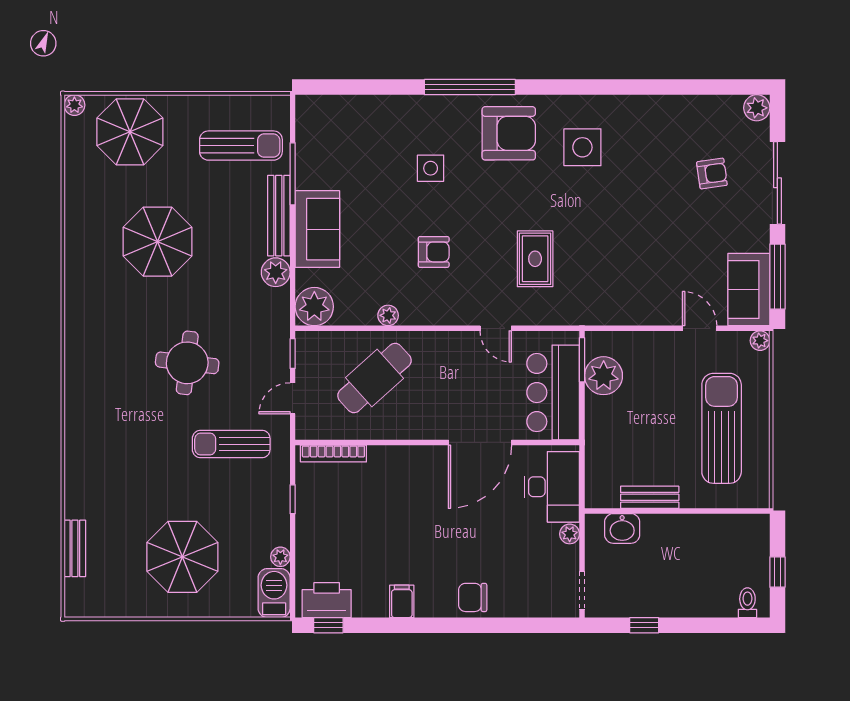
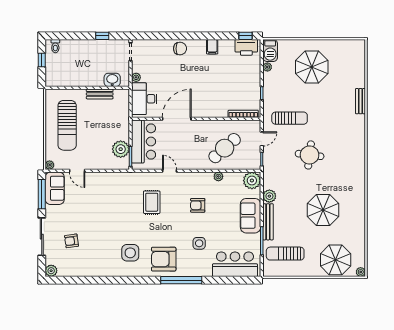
bar counter: (352, 122) -> (235, 264), added
bench: (75, 548) -> (360, 101), moved

